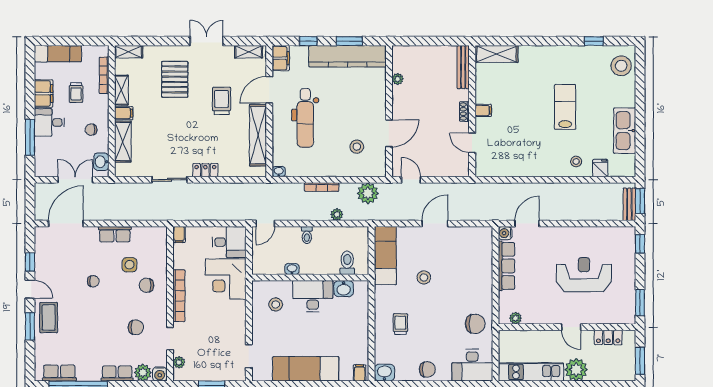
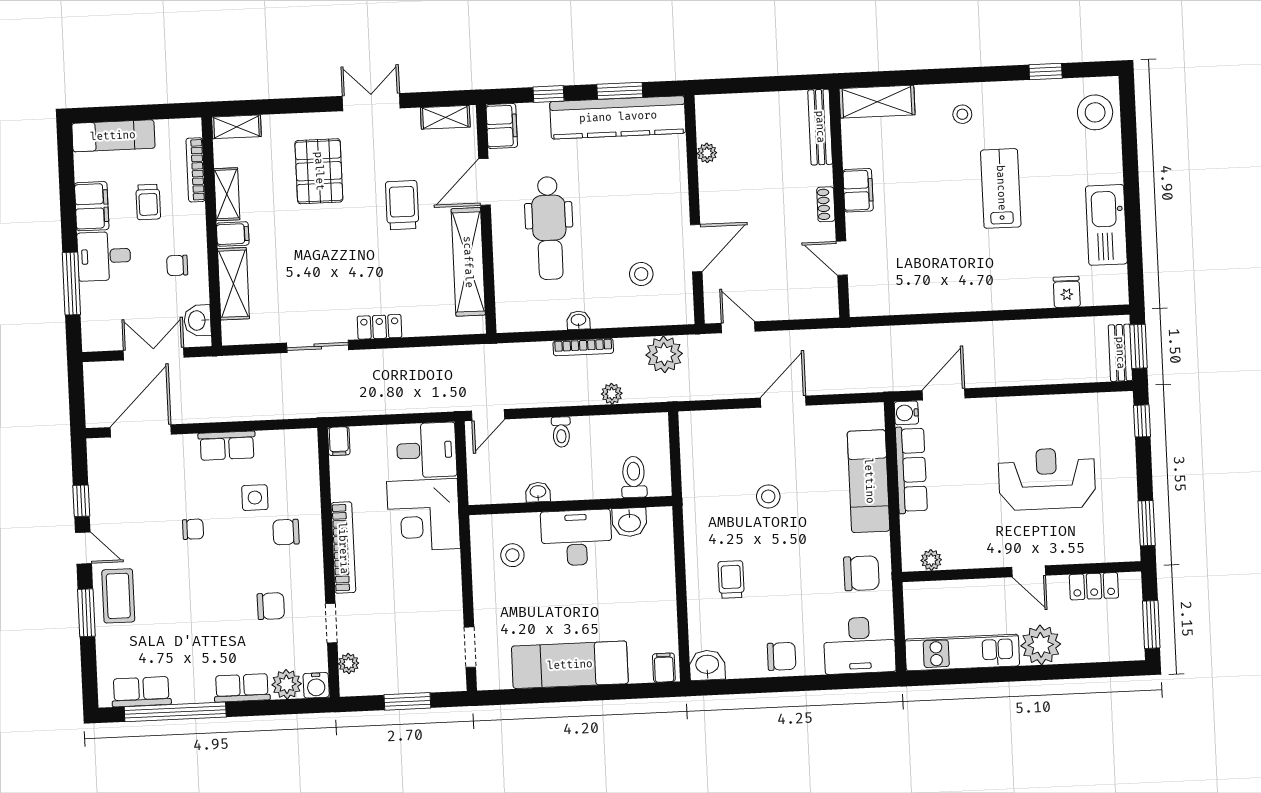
filing cabinet: (483, 110) -> (858, 190), width x2.00
stool: (576, 161) -> (962, 114), moved
washbasin: (279, 172) -> (578, 320), moved
exam couch: (385, 256) -> (869, 481), moved, turned 180

